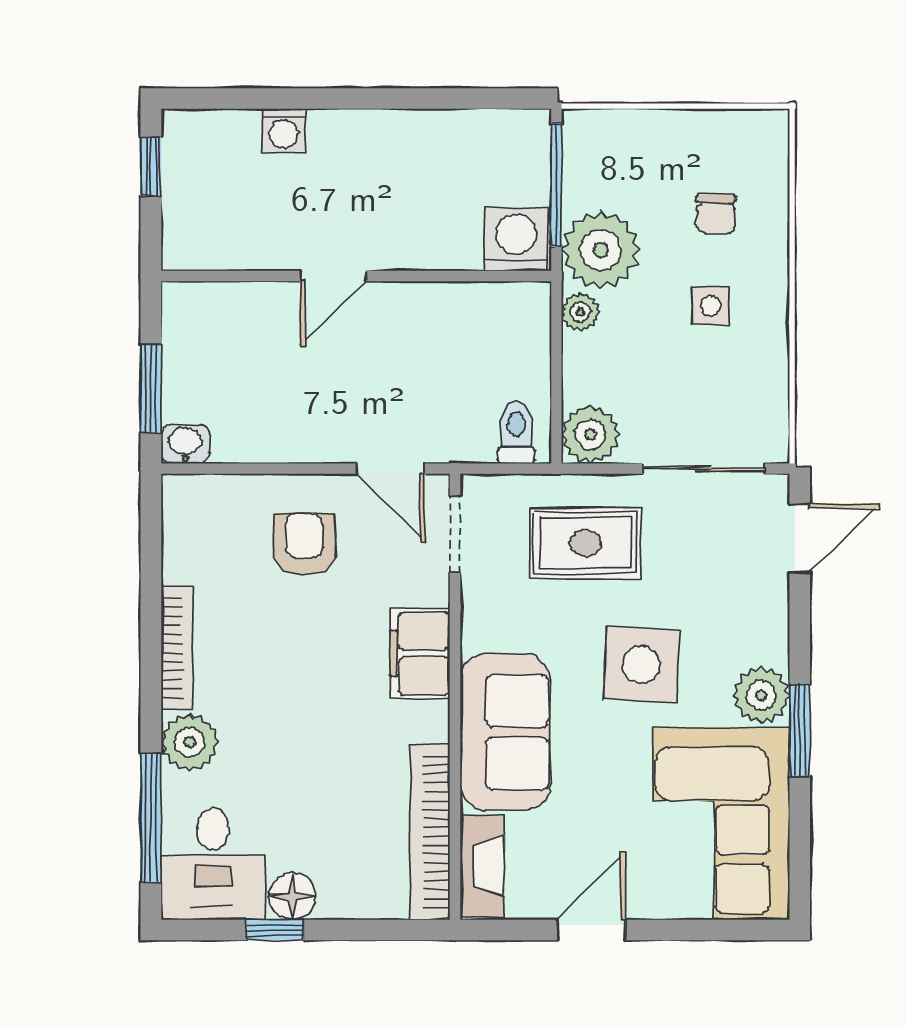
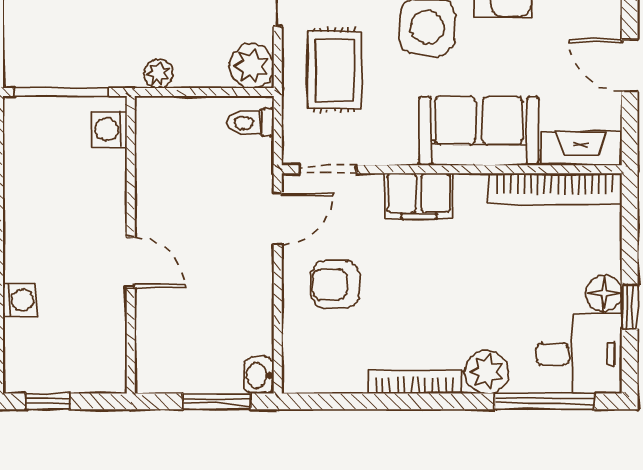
washing machine: (516, 239) -> (109, 129), width x0.73, depth x0.73
plant: (601, 250) -> (111, 58), removed

